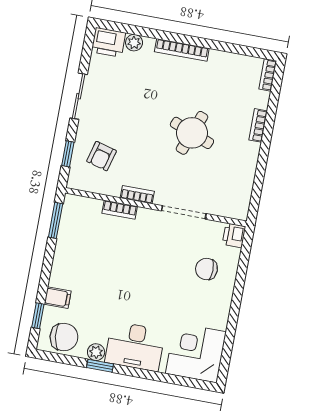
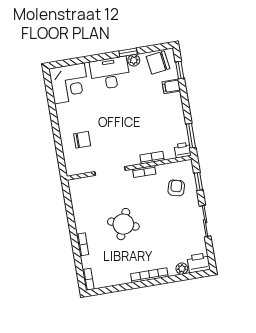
printer: (234, 235) -> (183, 150), moved, turned -90

